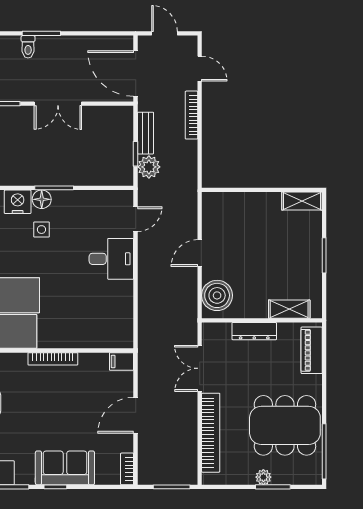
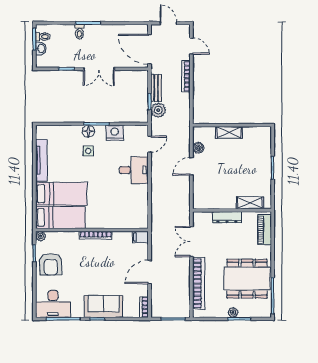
shelving: (302, 201) -> (229, 132), moved
nightstand: (18, 202) -> (115, 133), moved
boiler: (217, 295) -> (198, 148), moved, width x0.54, depth x0.54

